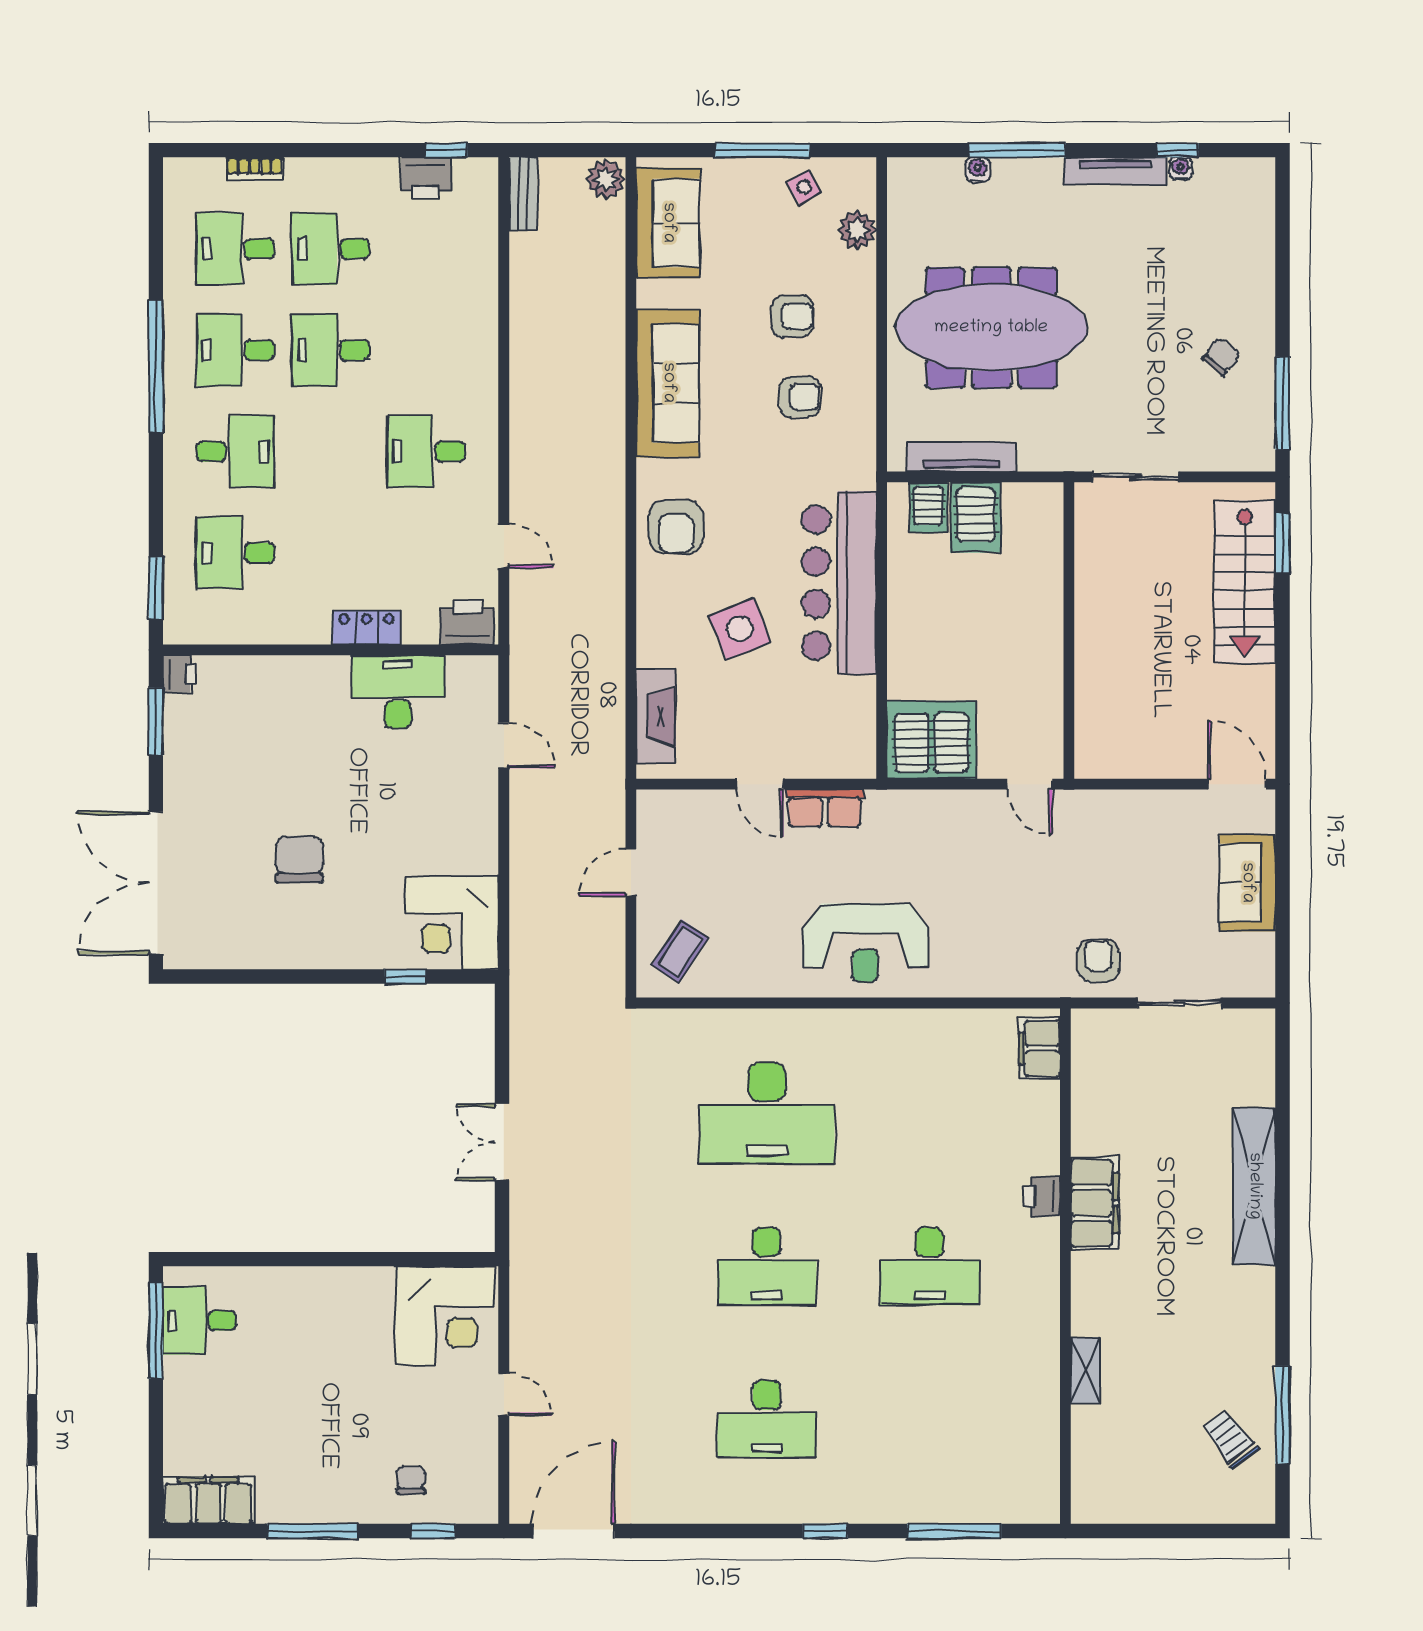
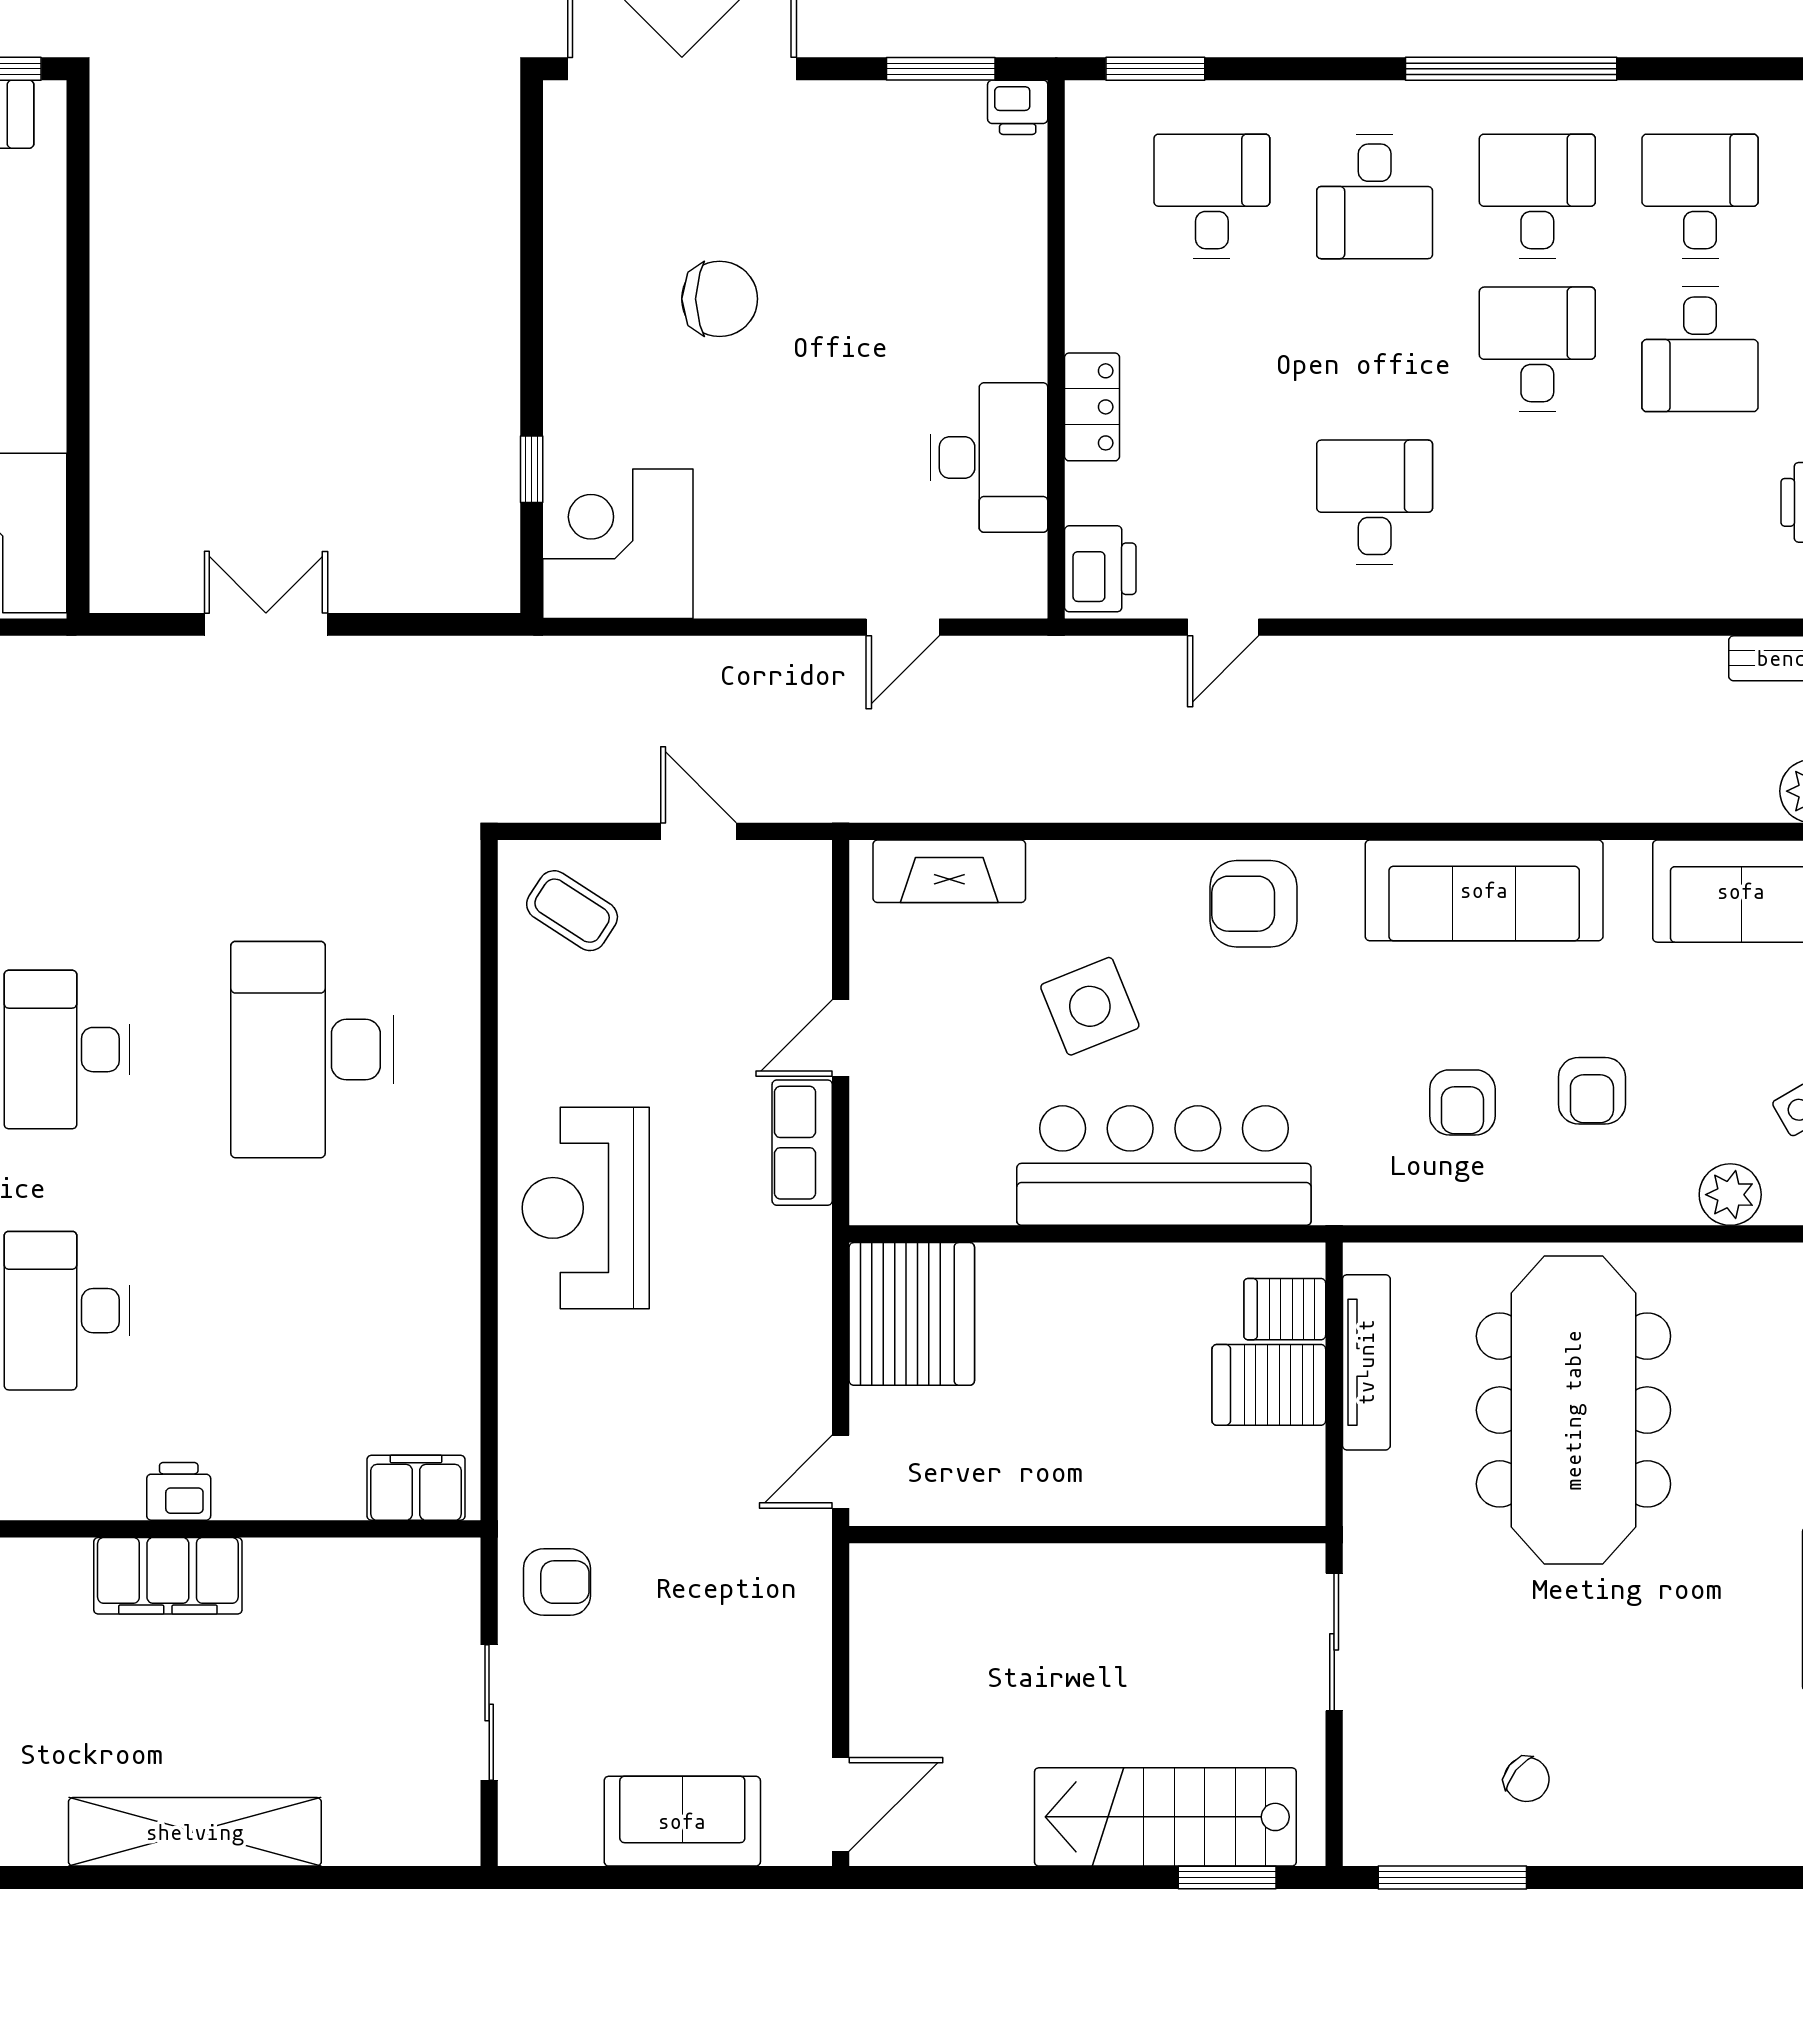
desk: (331, 249) -> (1700, 349), turned 180

